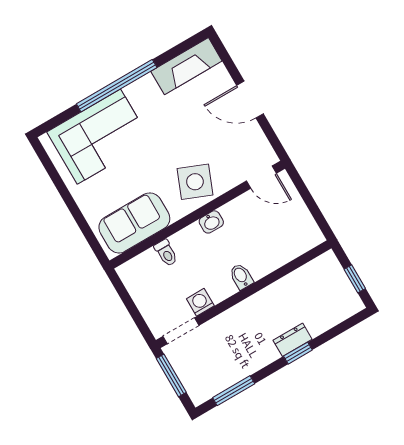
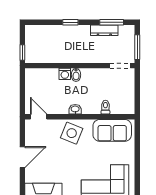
door: (250, 100) -> (22, 157), hinge flipped
window: (355, 279) -> (22, 52), moved
washing machine: (200, 302) -> (65, 74), moved
dresser: (293, 340) -> (104, 30), moved, width x1.44

